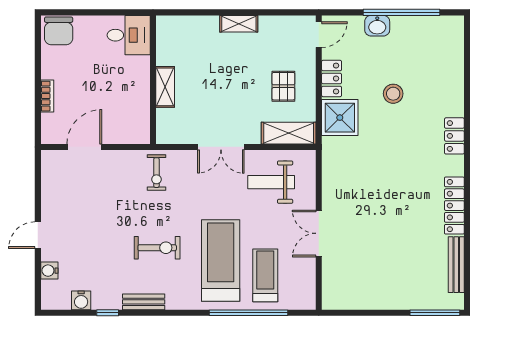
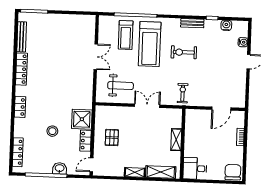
locker: (455, 53) -> (18, 152), added
shelving: (289, 133) -> (161, 172), moved

